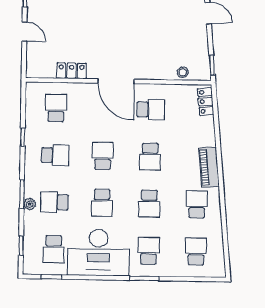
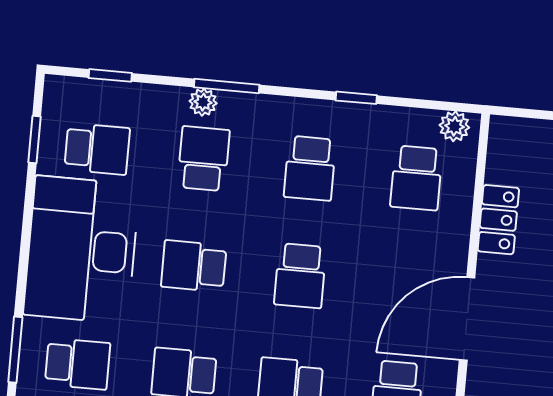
plant: (32, 93) -> (454, 126), added
school desk: (56, 108) -> (416, 178), turned 90
school desk: (103, 156) -> (300, 276), turned 90
school desk: (54, 249) -> (97, 149), turned 180

